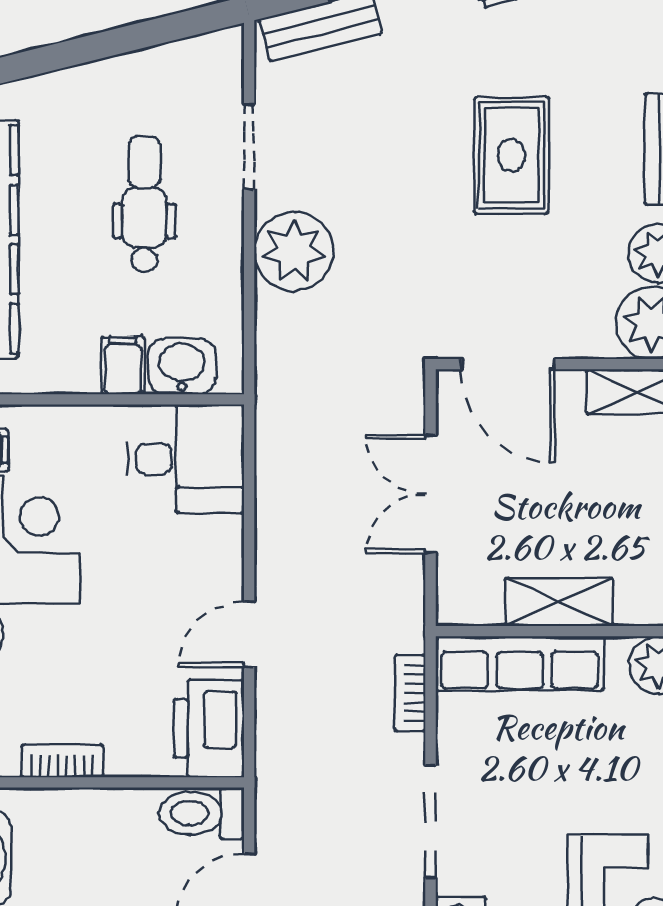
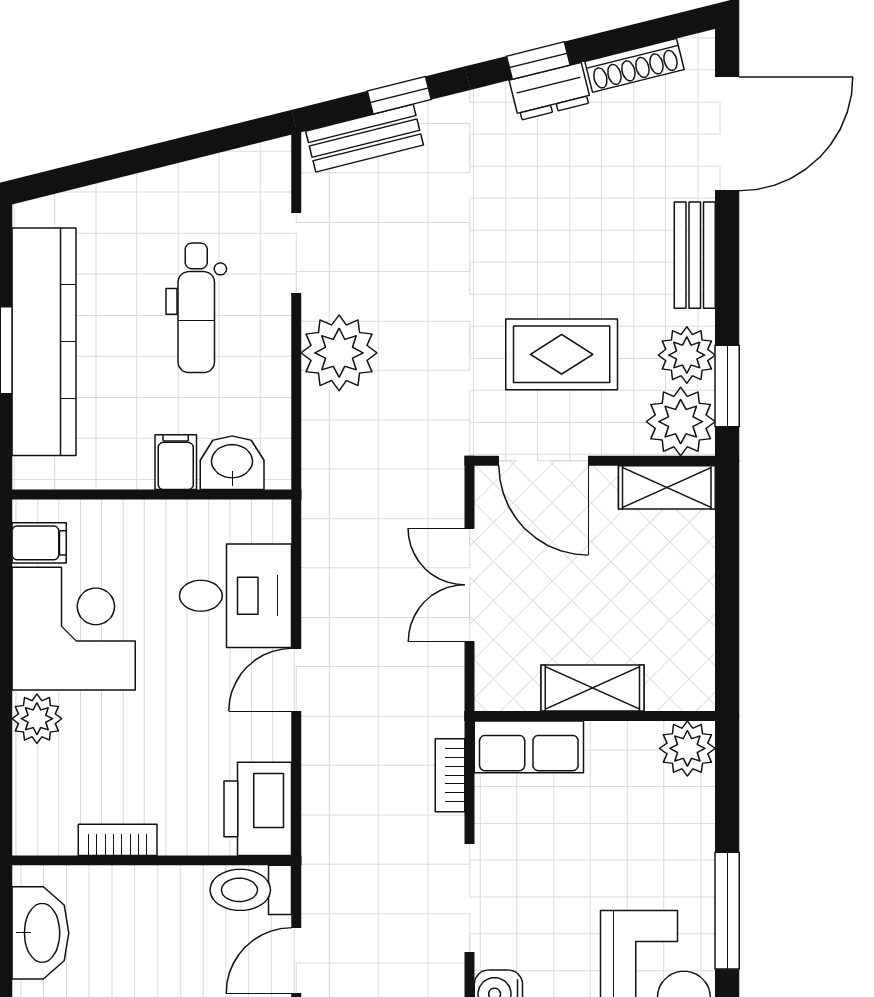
rug: (511, 155) -> (562, 354), moved, turned 90
dental chair: (144, 204) -> (196, 308), turned 180
desk: (185, 459) -> (235, 596), moved
door: (249, 634) -> (296, 680), moved
row of seats: (520, 664) -> (529, 747), width x0.68

